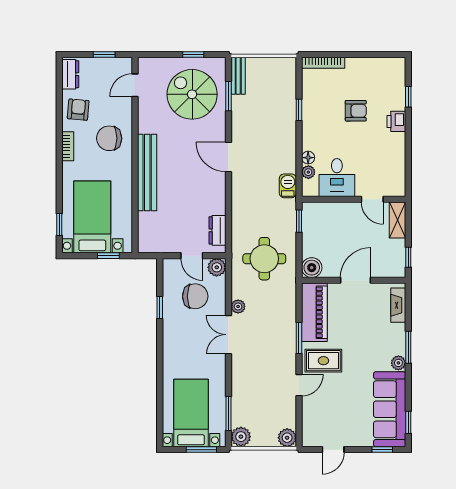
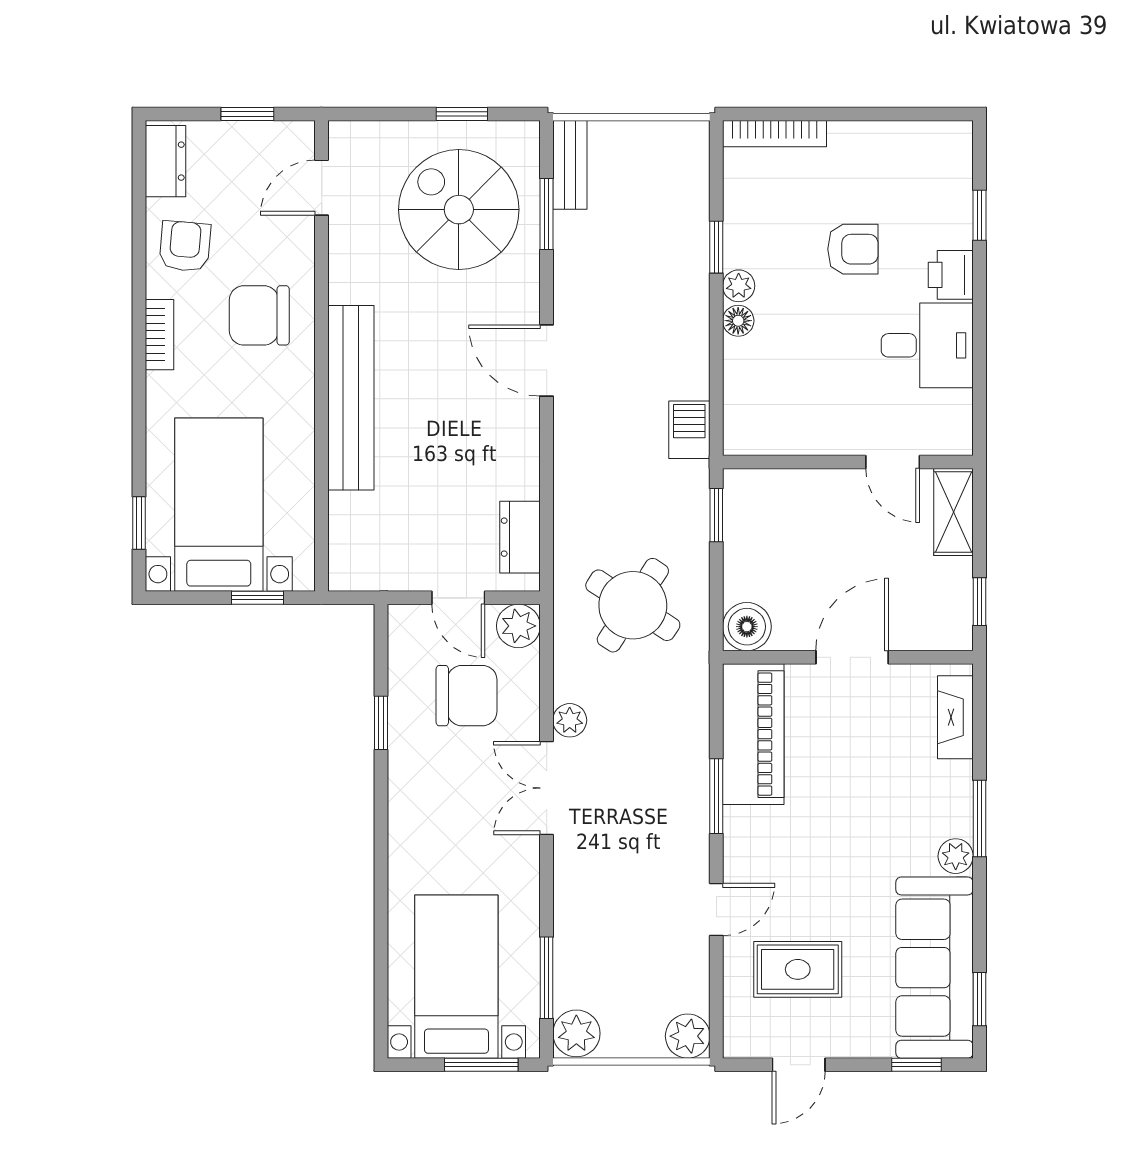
floor lamp: (308, 158) -> (738, 321), moved
plant: (308, 172) -> (739, 286), moved
desk: (337, 177) -> (927, 345), moved, turned -90
round table: (264, 259) -> (633, 605), turned 33
rug: (323, 361) -> (798, 969), moved

